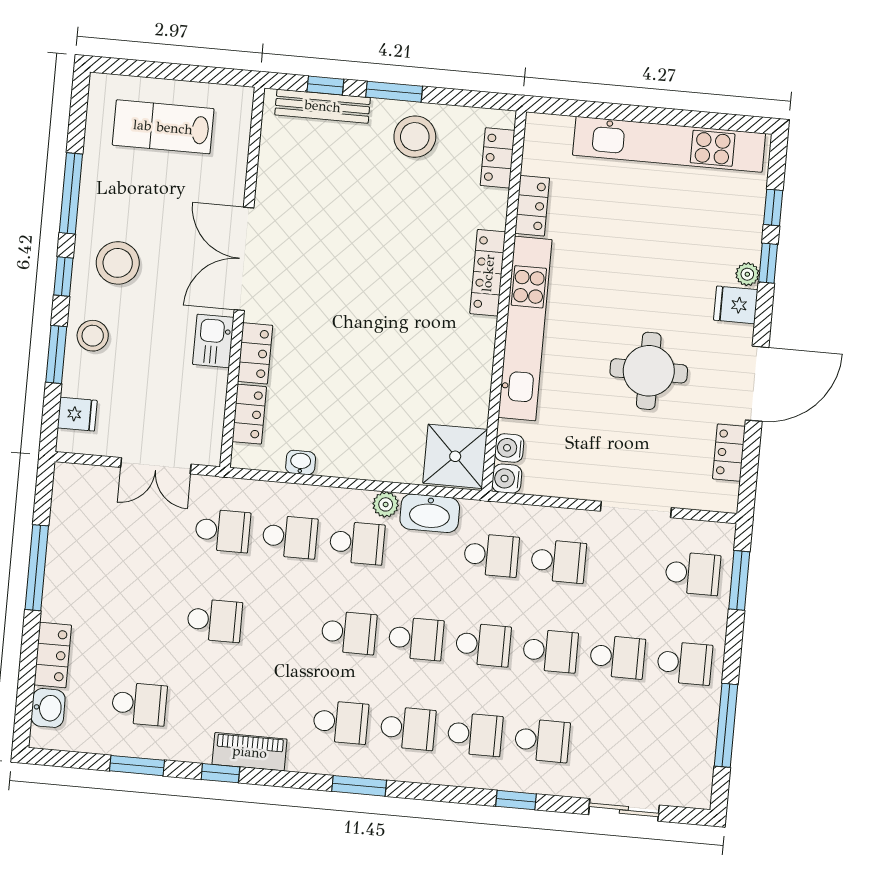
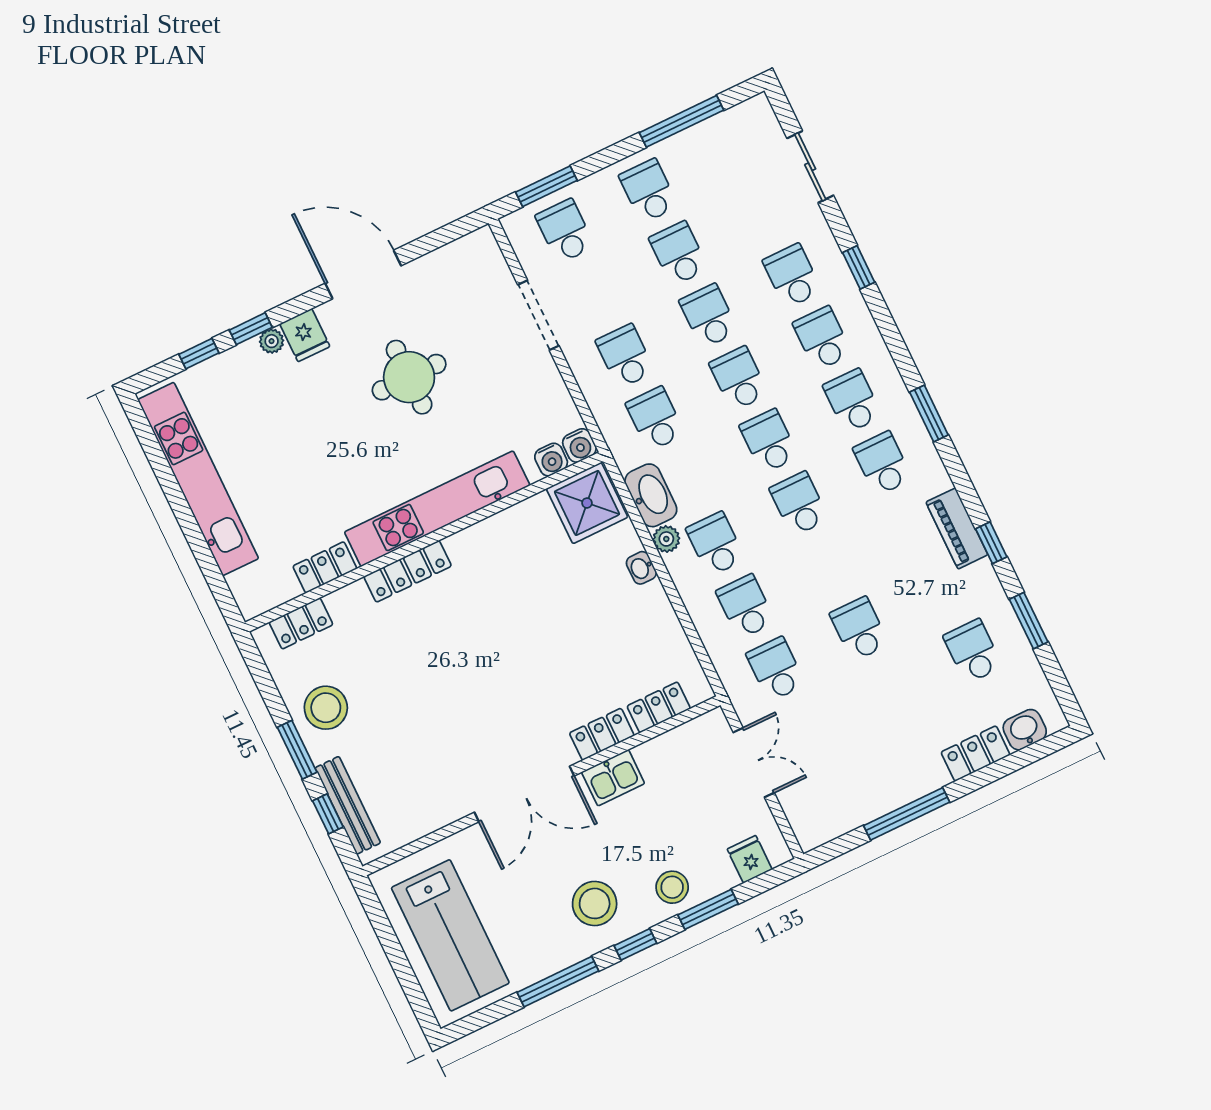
lab bench: (163, 127) -> (450, 935), width x1.36, depth x1.39
locker: (729, 453) -> (439, 263), removed
washbasin: (301, 463) -> (641, 568), moved

